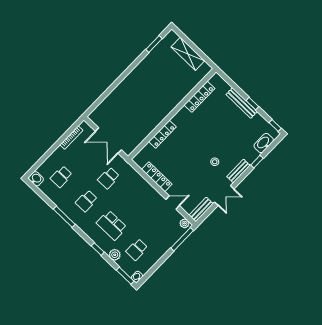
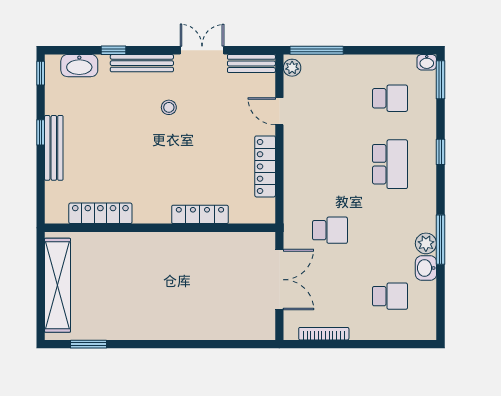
shelving: (188, 54) -> (58, 285), width x1.47
bench: (238, 171) -> (142, 63), width x1.36
washbasin: (36, 179) -> (426, 268), moved
school desk: (86, 201) -> (390, 230), removed
plant: (115, 255) -> (426, 243), moved

